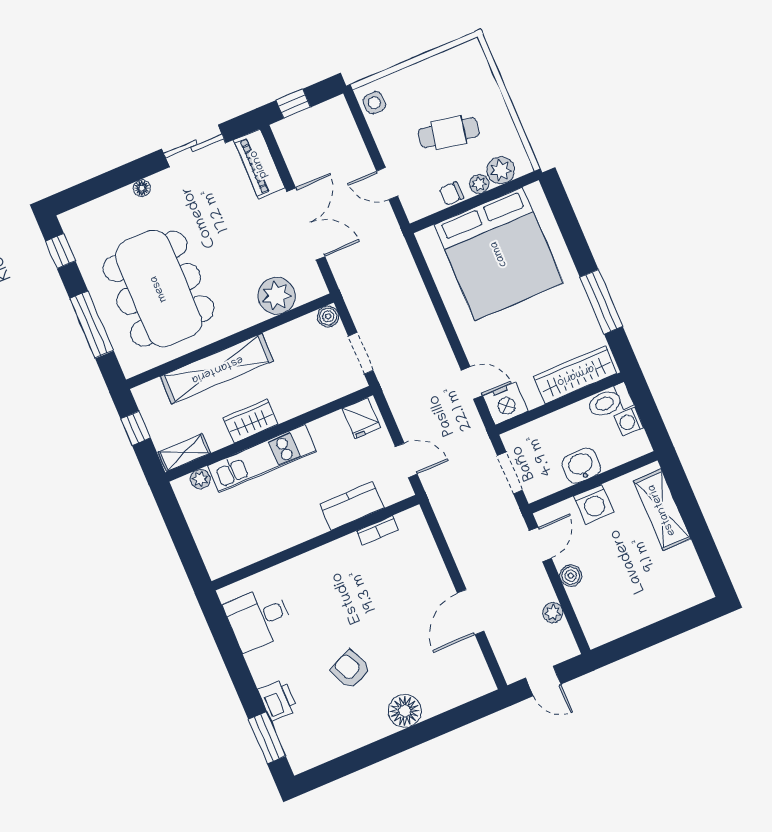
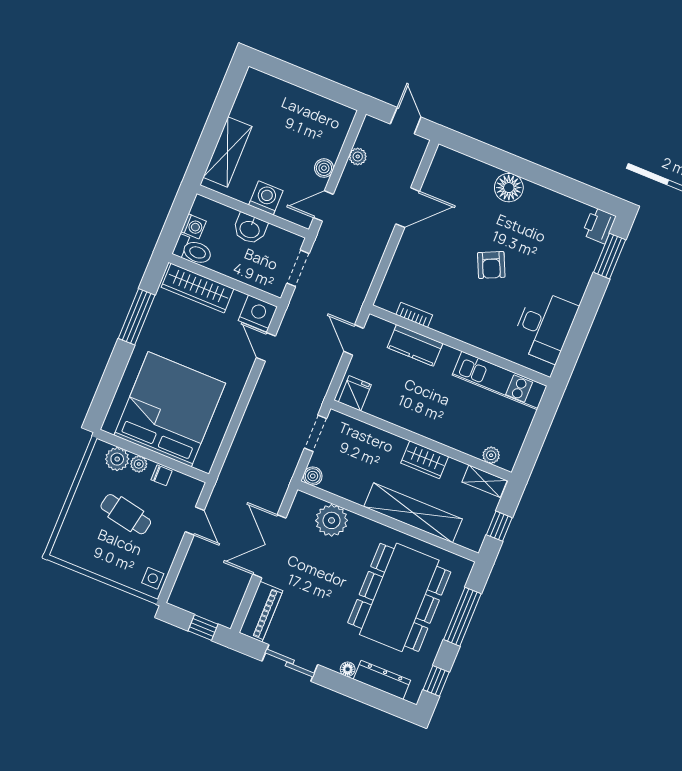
dresser: (105, 208) -> (382, 680), added
kitchen unit: (262, 459) -> (500, 380), moved, turned 180
desk: (259, 618) -> (544, 326), width x1.37
armchair: (350, 669) -> (491, 265), moved
printer: (278, 700) -> (599, 225), moved

